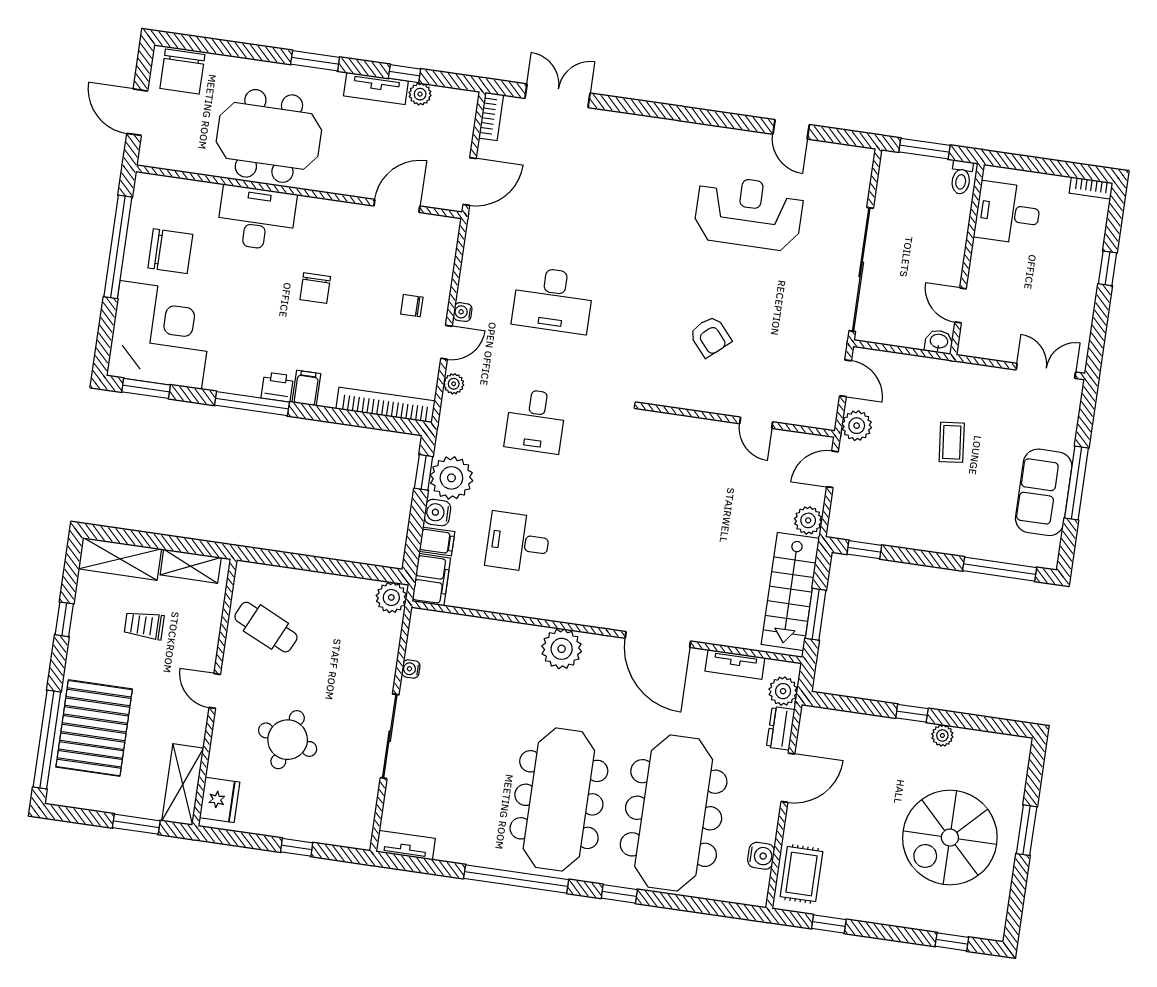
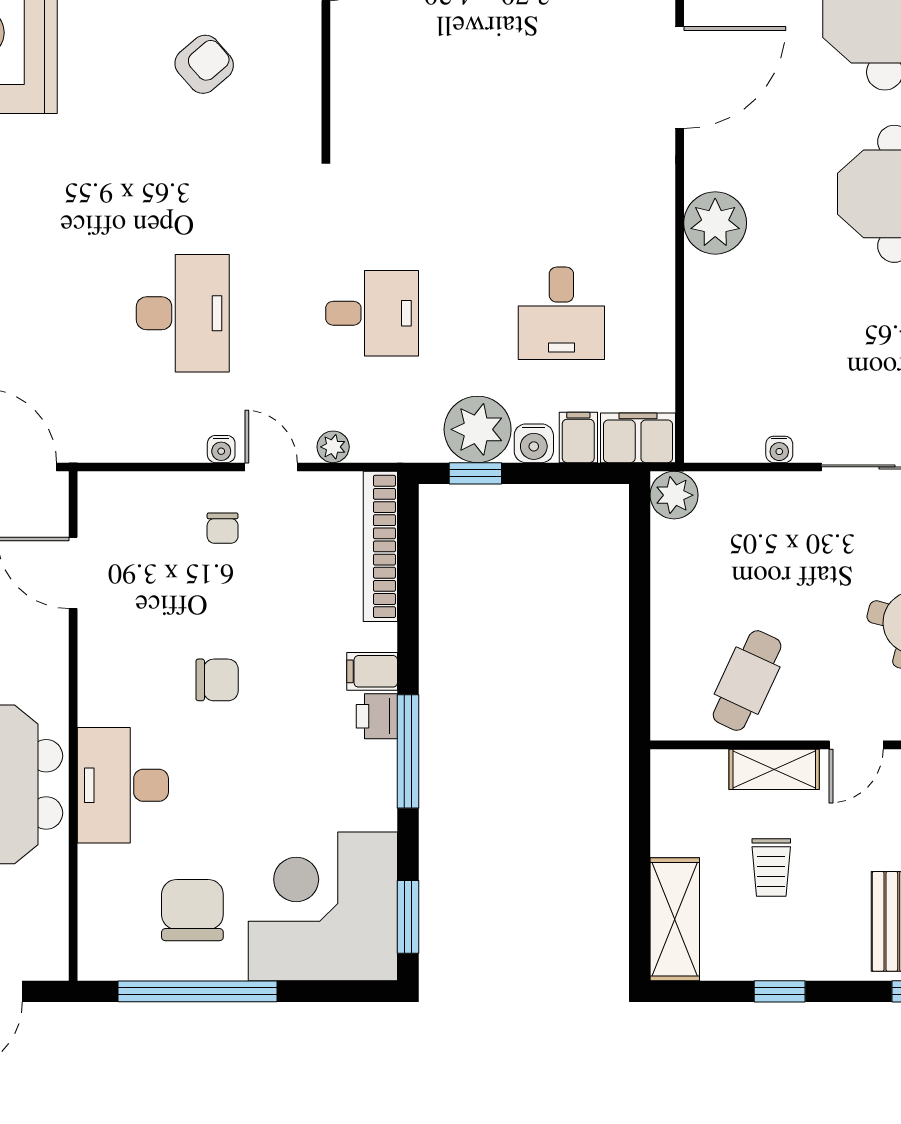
shelving: (191, 566) -> (774, 769), moved, turned 90

